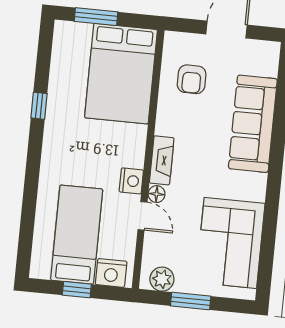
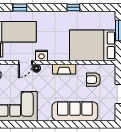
fireplace: (162, 160) -> (64, 69), moved
window: (28, 216) -> (20, 7), added

